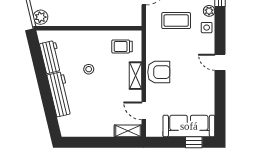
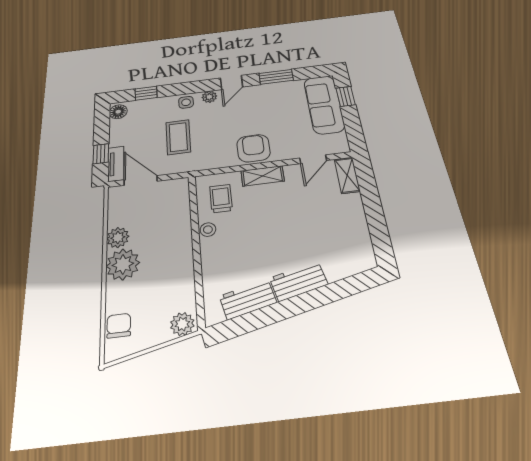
plant: (209, 11) -> (209, 97), moved
trolley: (122, 47) -> (221, 199), turned 180
stool: (89, 69) -> (208, 230), moved
workbench: (60, 94) -> (299, 281), width x0.73
window: (220, 96) -> (276, 77), added

